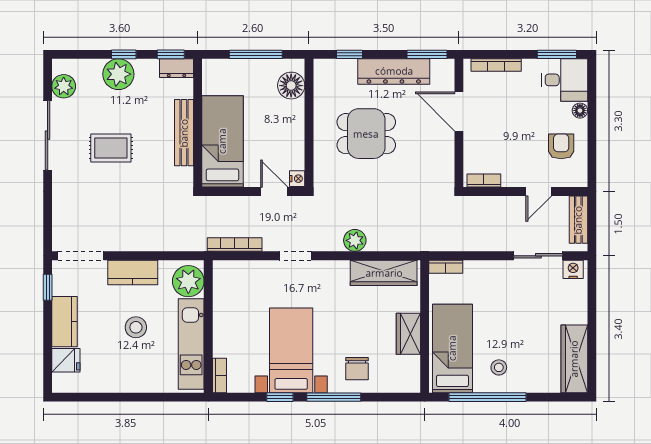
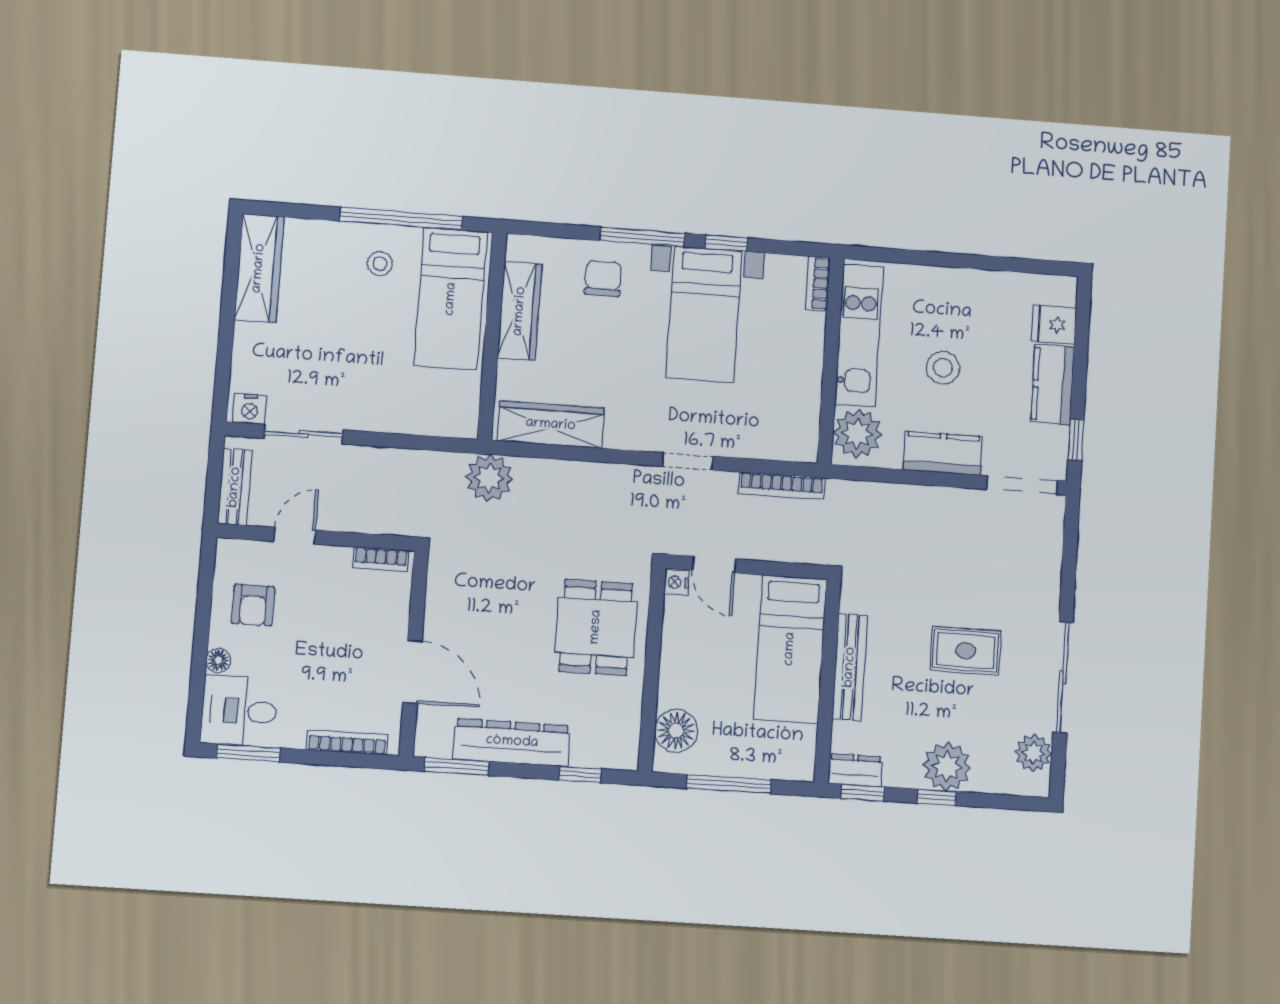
dining table: (366, 134) -> (596, 627), moved, turned 90
plant: (355, 240) -> (489, 478), moved, width x1.36, depth x1.36
bookcase: (446, 267) -> (452, 427), removed
wardrobe: (408, 334) -> (520, 311), width x1.50

